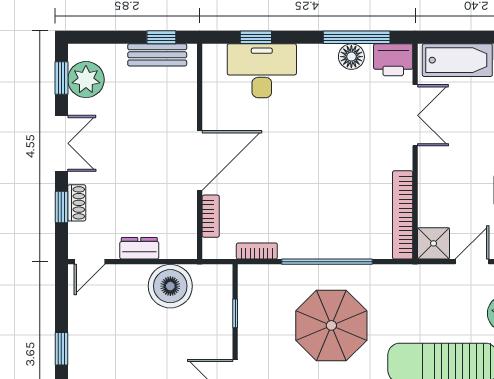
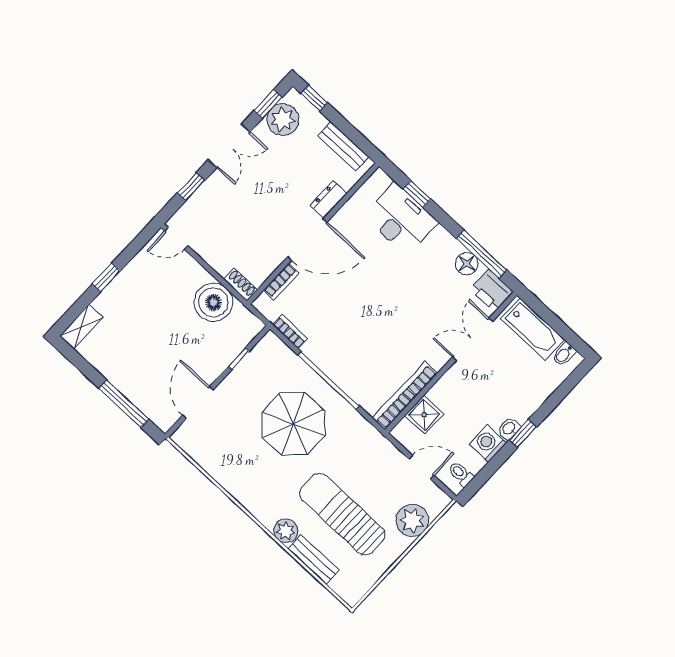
window: (161, 37) -> (314, 98), moved
double door: (415, 115) -> (473, 339), swing flipped
shoe rack: (77, 203) -> (240, 285), moved, turned -90
shower: (434, 243) -> (424, 415), moved
dresser: (139, 248) -> (329, 199), moved, turned -90

